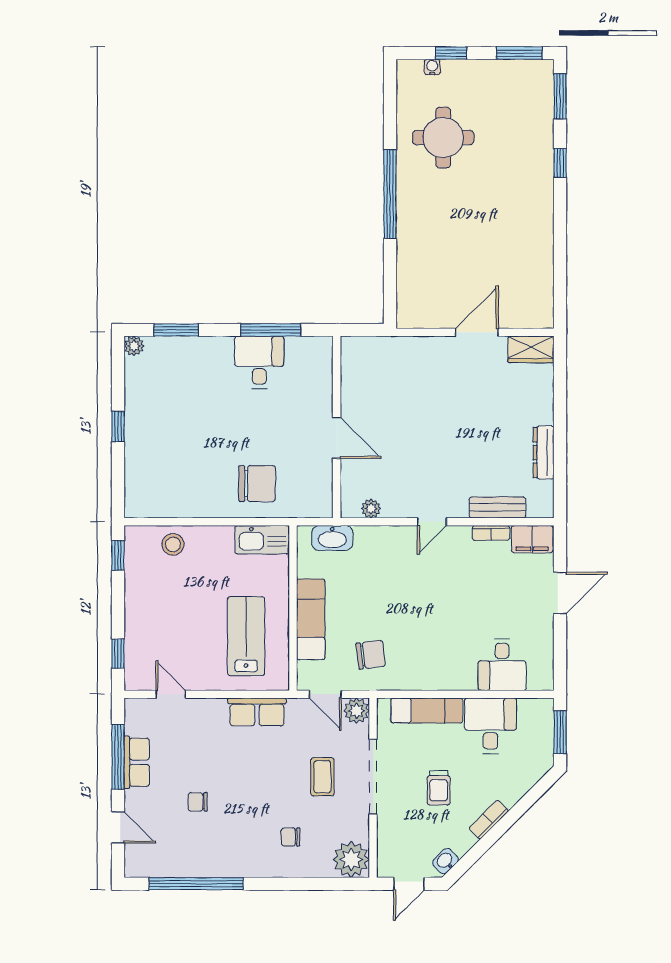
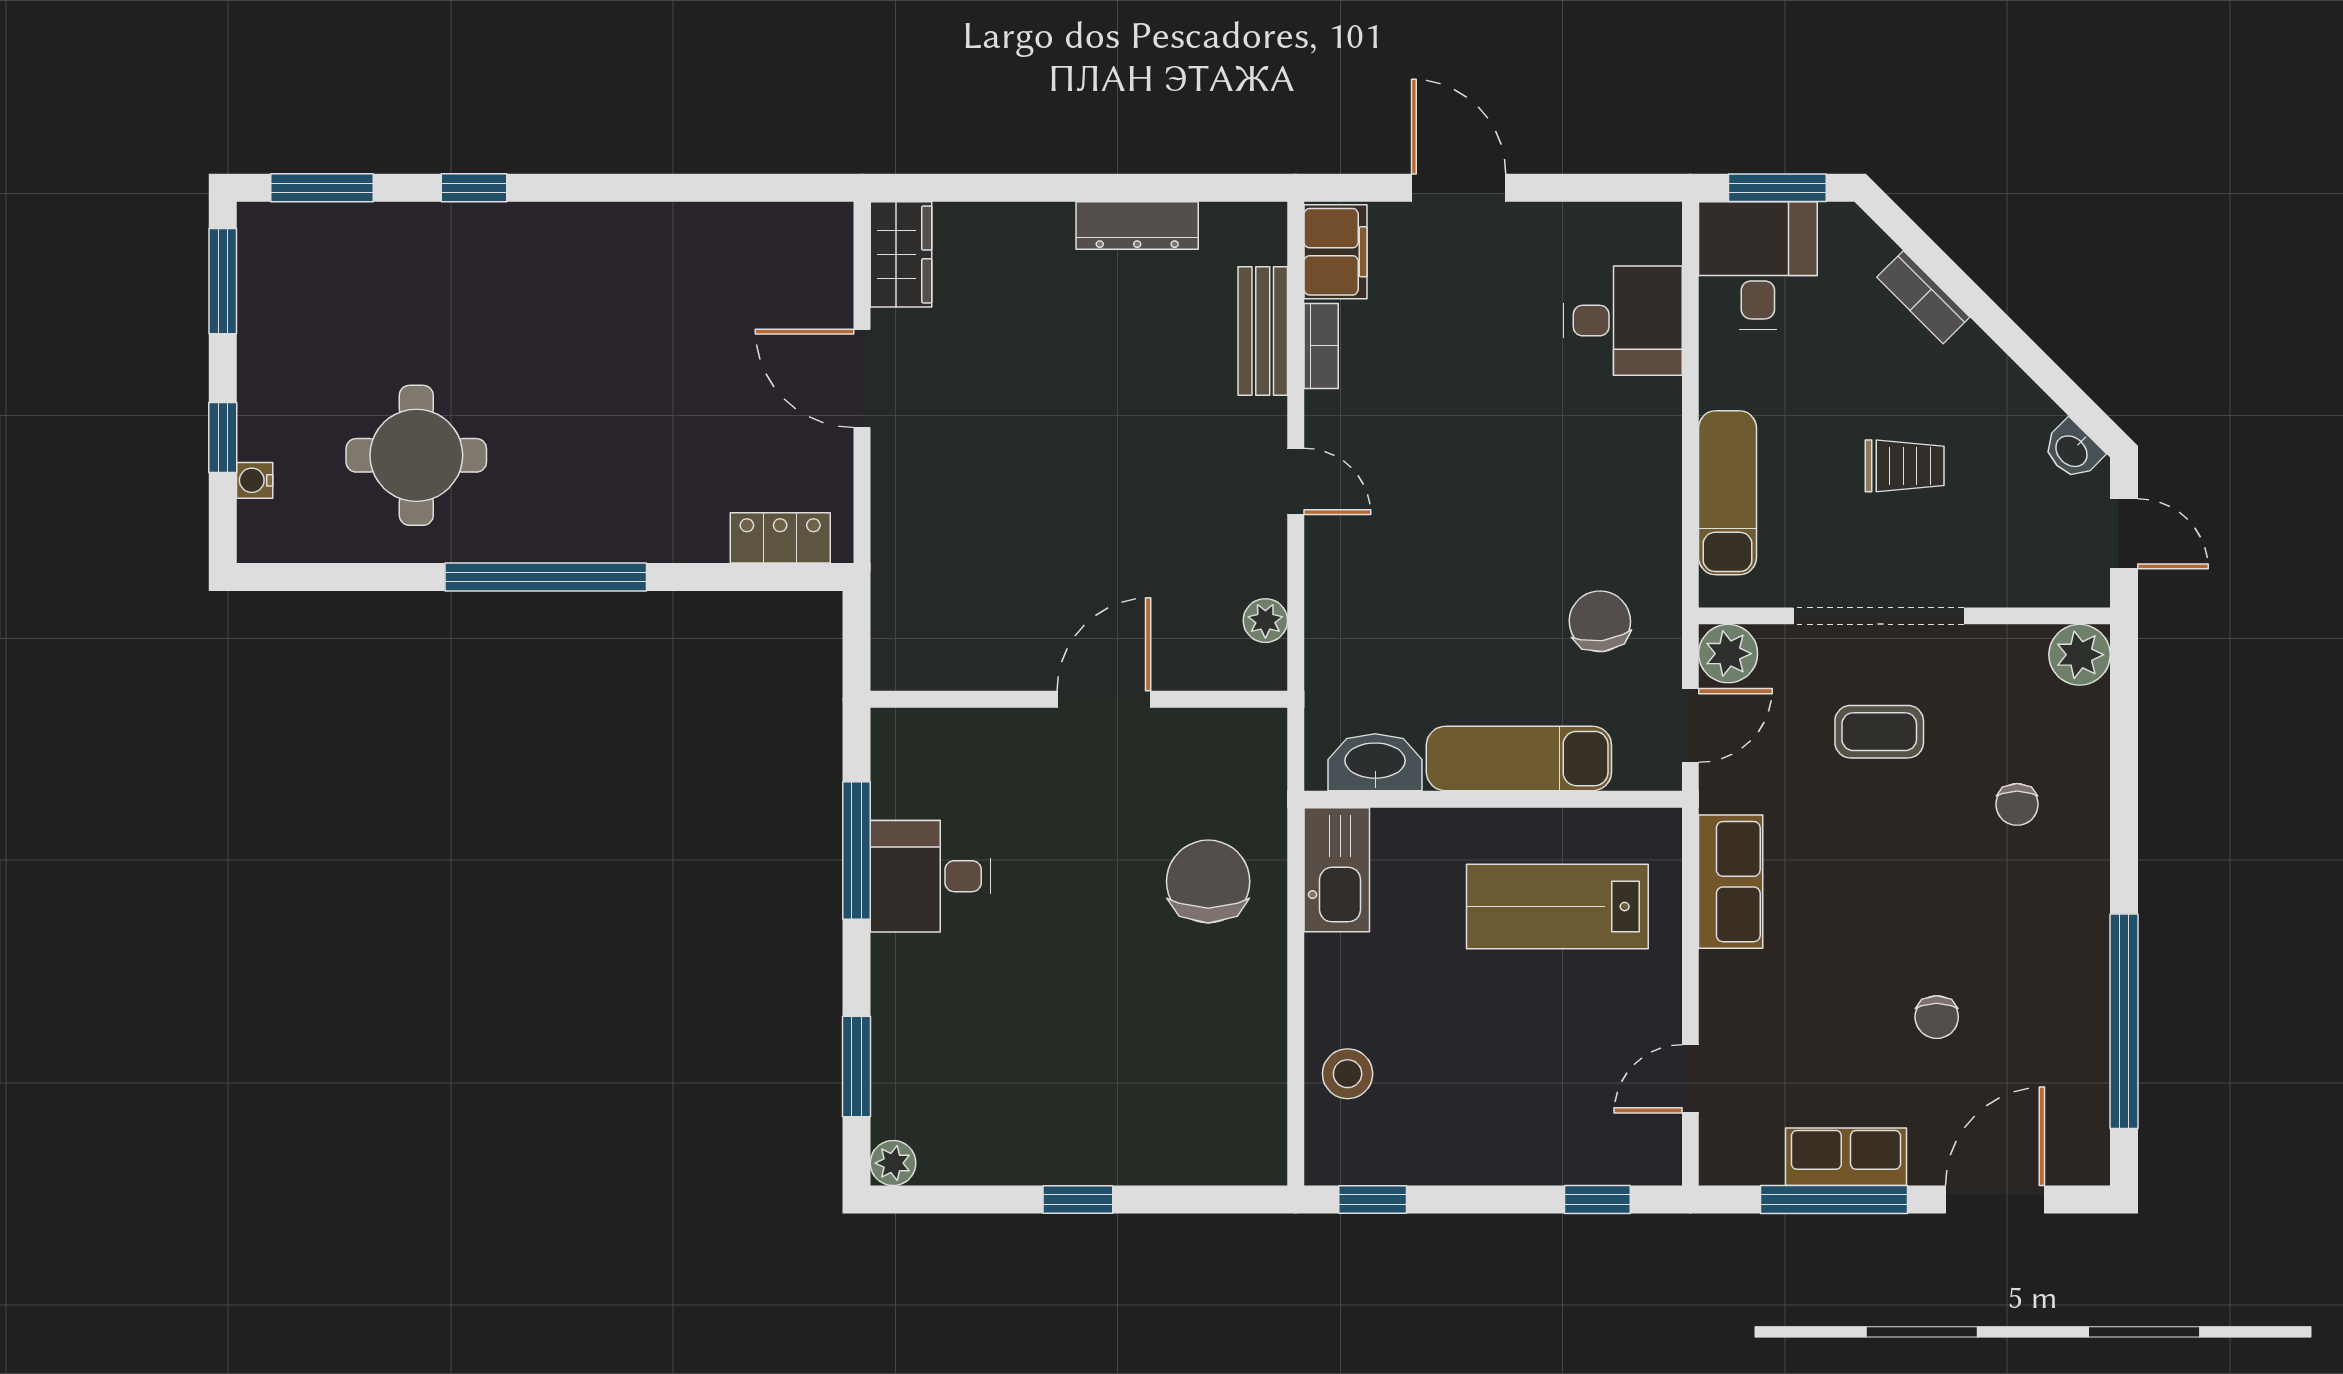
locker: (407, 297) -> (780, 538), added
washbasin: (332, 538) -> (1375, 762), moved, turned -90
desk: (491, 726) -> (1758, 265), moved, turned 90
bookcase: (489, 820) -> (1923, 297), moved
door: (118, 827) -> (1995, 1200), width x1.38
plant: (351, 859) -> (2080, 655), width x0.73, depth x0.73

